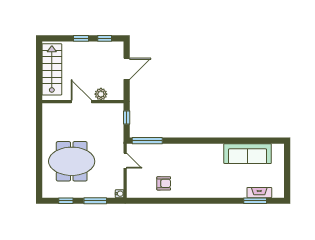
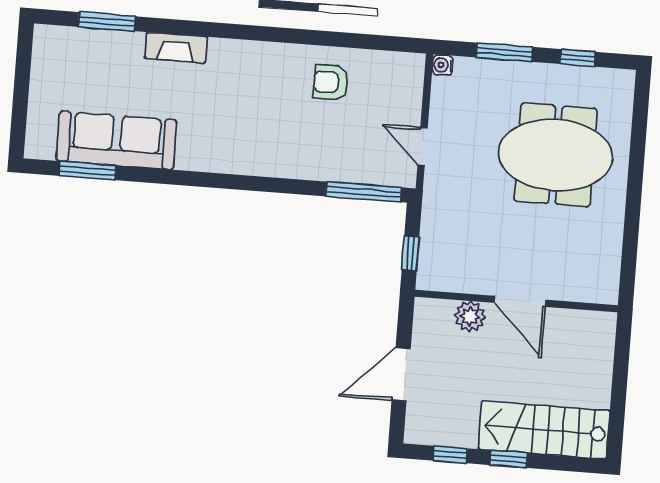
stairs: (52, 69) -> (544, 430), moved, turned 90
window: (258, 141) -> (88, 171), added
fireplace: (259, 193) -> (176, 47), moved

